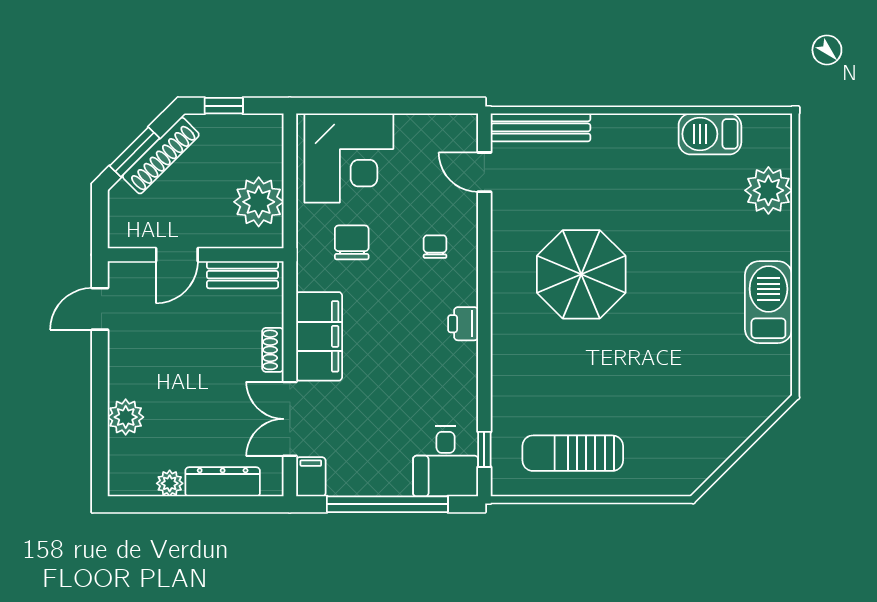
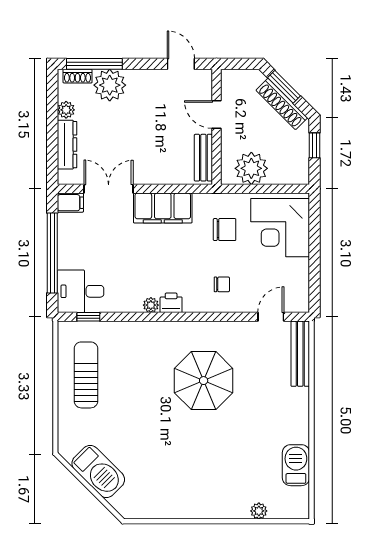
plant: (768, 190) -> (259, 511), width x0.53, depth x0.53
barbecue: (768, 302) -> (98, 471), moved, turned 45
shoe rack: (273, 350) -> (78, 76), moved, turned 180
plant: (466, 354) -> (151, 305), added
plant: (126, 417) -> (110, 85), width x1.36, depth x1.36
window: (100, 440) -> (94, 64), added

